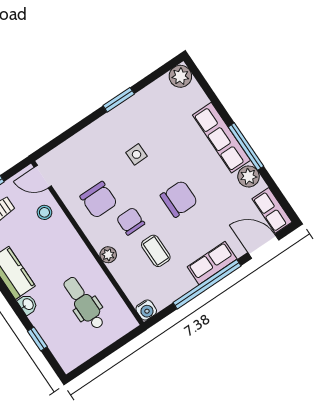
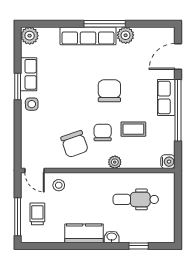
side table: (137, 154) -> (32, 104), moved
door: (43, 177) -> (35, 170), hinge flipped
chair: (99, 200) -> (75, 144), turned 71
row of seats: (272, 210) -> (29, 74), moved, turned -90
chair: (131, 221) -> (103, 133), turned 90

